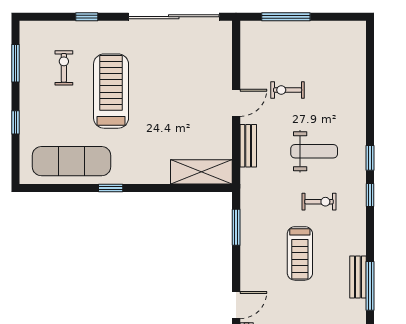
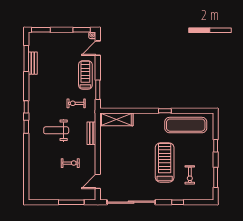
treadmill: (111, 91) -> (165, 162), turned 180
door: (236, 103) -> (98, 181), moved
exercise bike: (319, 202) -> (76, 103), moved
treadmill: (300, 253) -> (85, 75), moved

